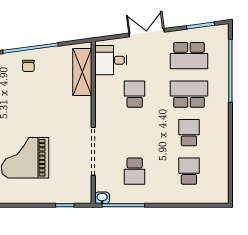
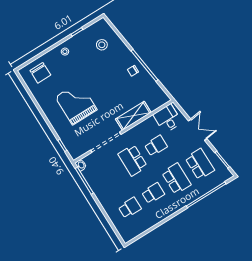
school desk: (189, 56) -> (200, 164), turned 180
shelving: (82, 72) -> (133, 116), moved
school desk: (135, 171) -> (133, 160), moved, width x1.85

